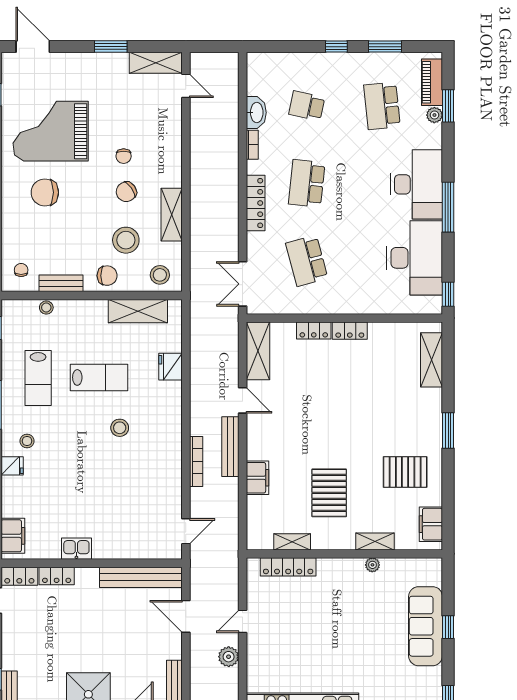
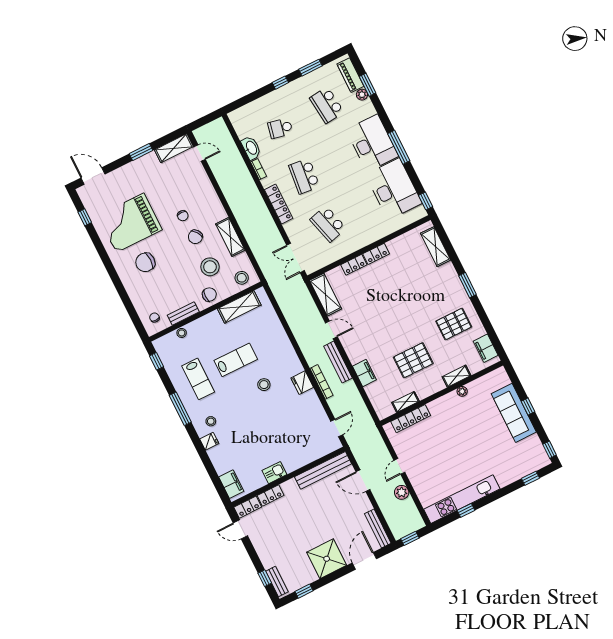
fridge: (171, 367) -> (302, 383), moved
pallet: (329, 493) -> (413, 360), turned 90

